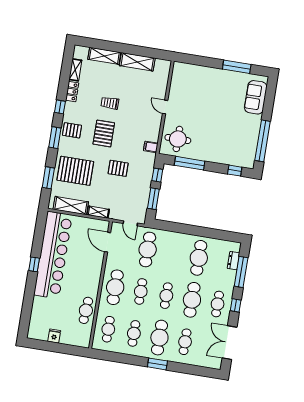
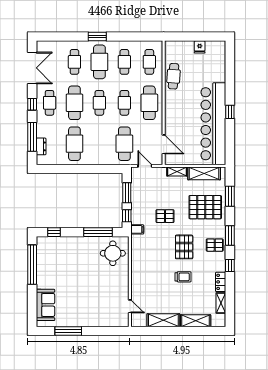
door: (165, 107) -> (130, 306), moved
filing cabinet: (151, 147) -> (137, 229), moved

